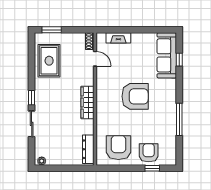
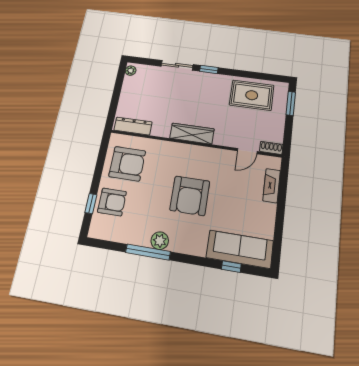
plant: (170, 113) -> (160, 241), added

